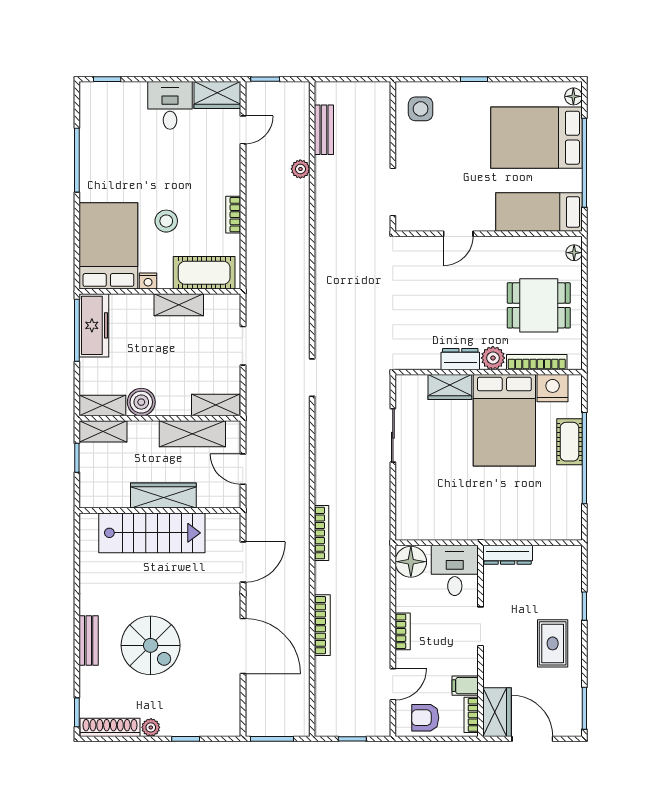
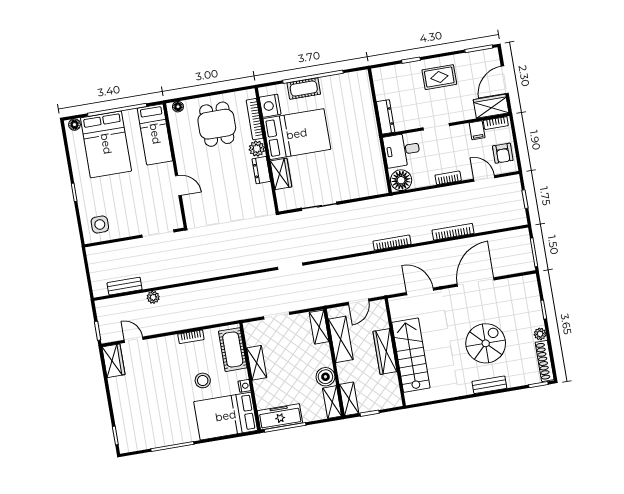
desk: (170, 105) -> (126, 391), removed

